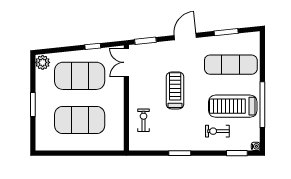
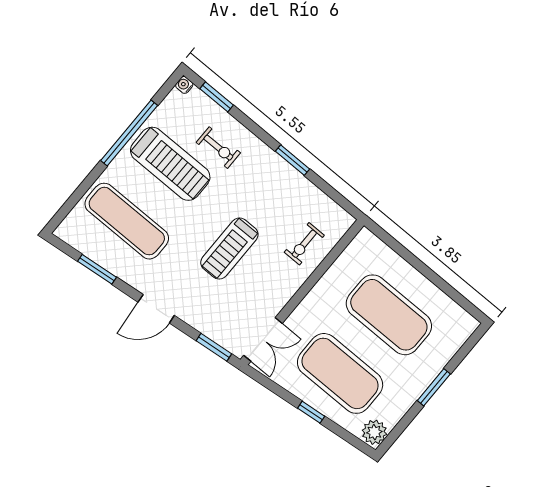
window: (93, 46) -> (311, 412), moved

